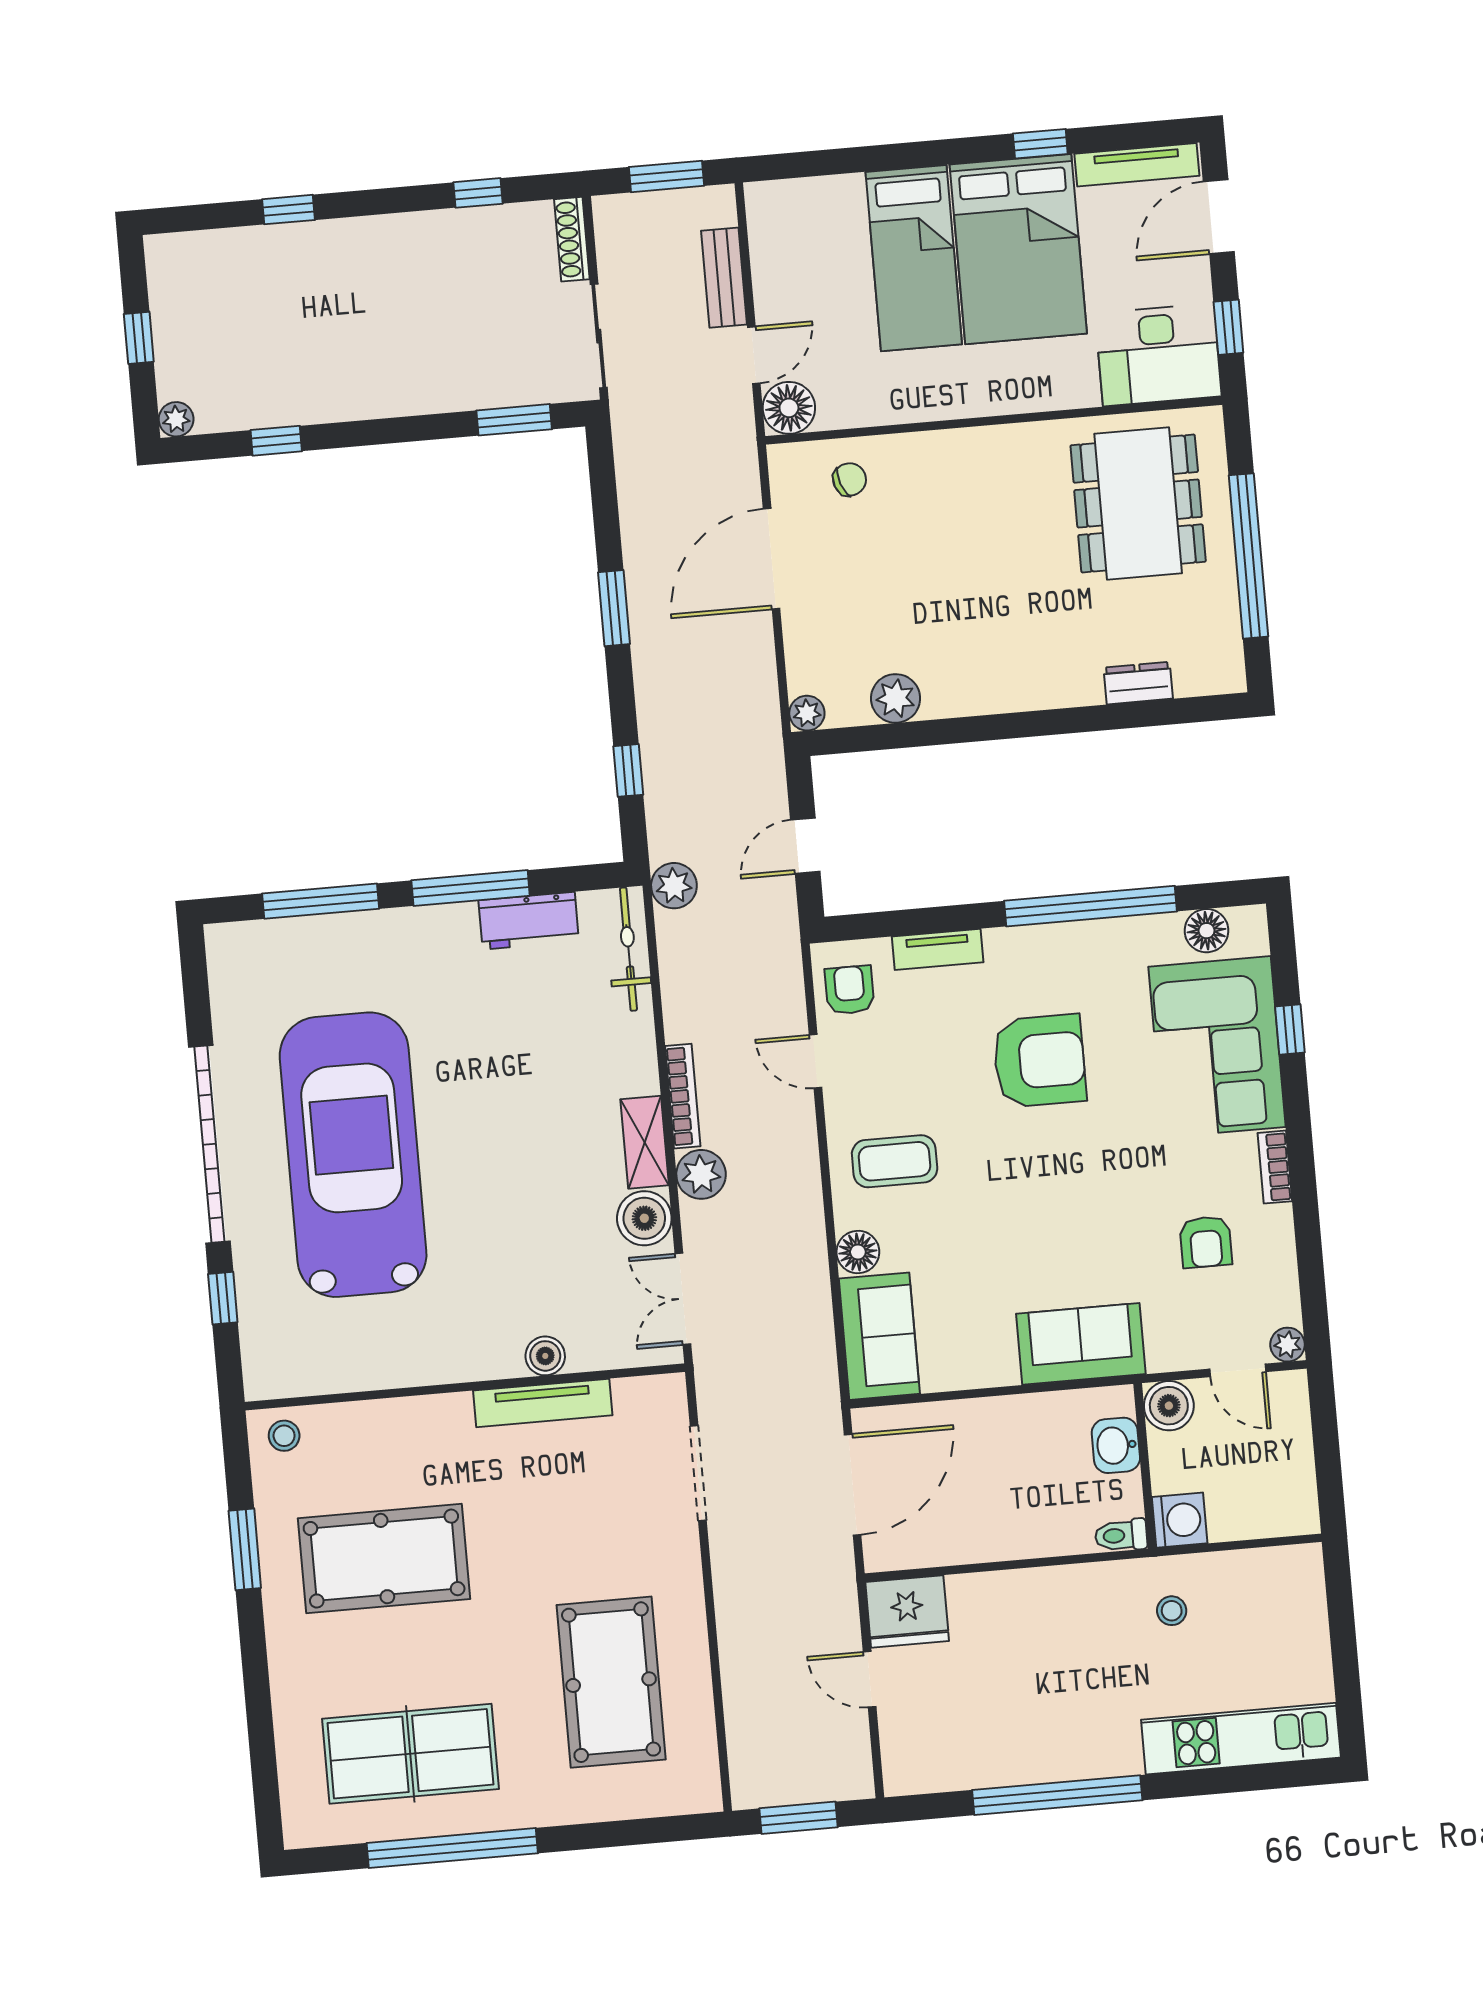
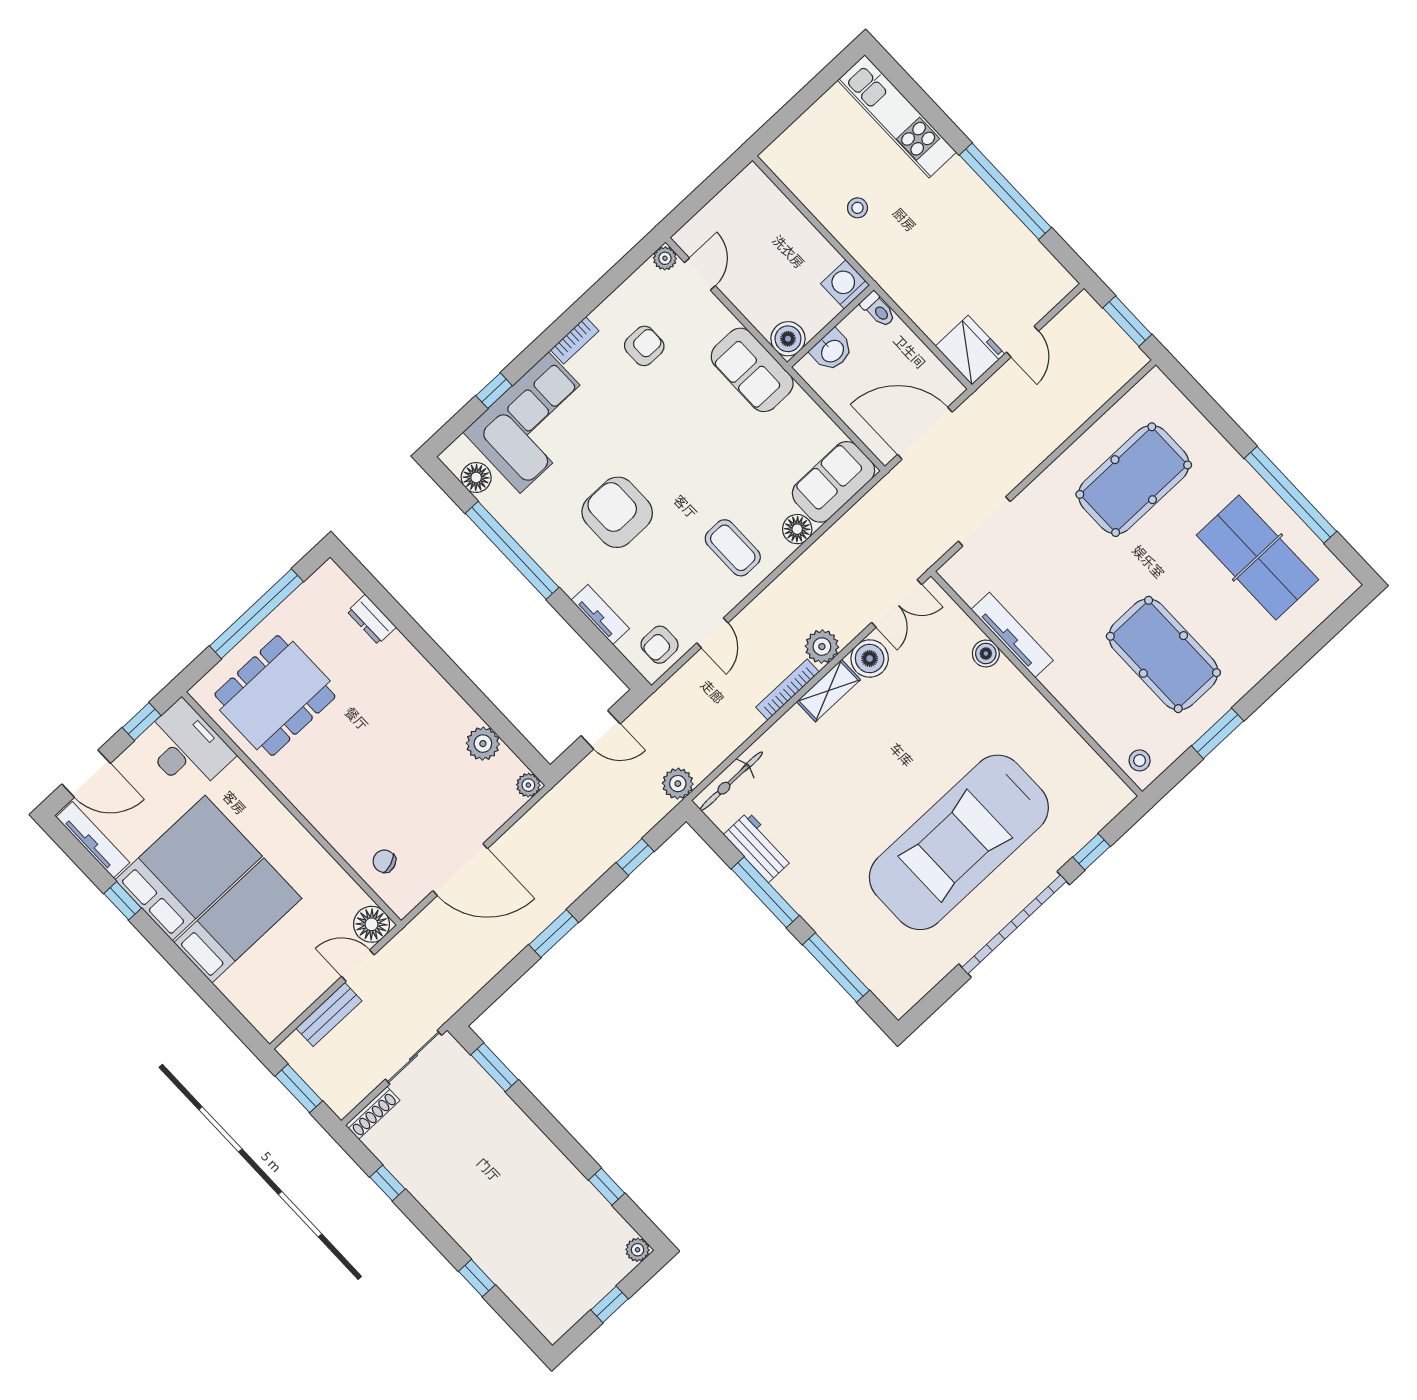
boiler: (1169, 1406) -> (788, 339), moved
washbasin: (1116, 1445) -> (832, 350), moved
wall: (1145, 1466) -> (831, 326), moved
washing machine: (1180, 1520) -> (845, 284), moved
toilet: (1121, 1535) -> (878, 310), moved

